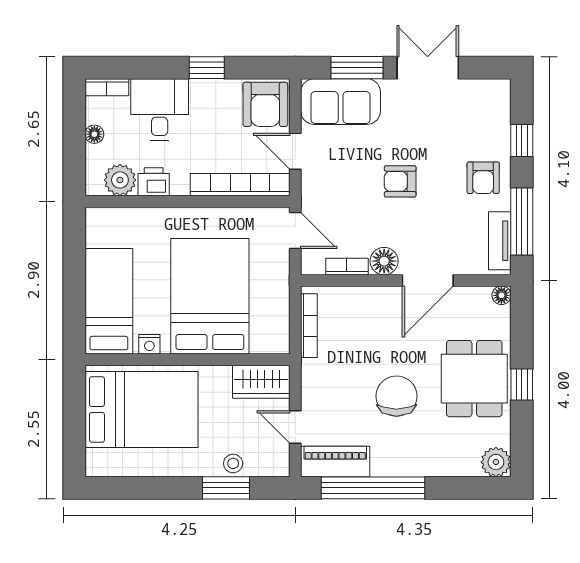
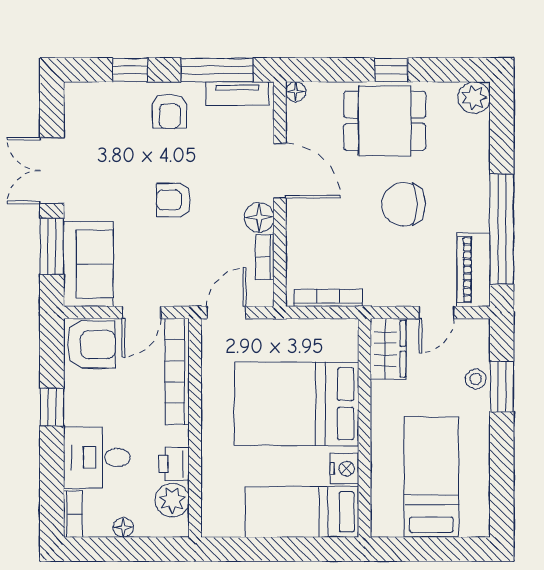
armchair: (483, 178) -> (170, 111), turned 90
armchair: (400, 181) -> (174, 200), turned 90
nightstand: (149, 344) -> (344, 469), width x1.39, depth x1.35
bed: (141, 409) -> (431, 477), width x0.67

